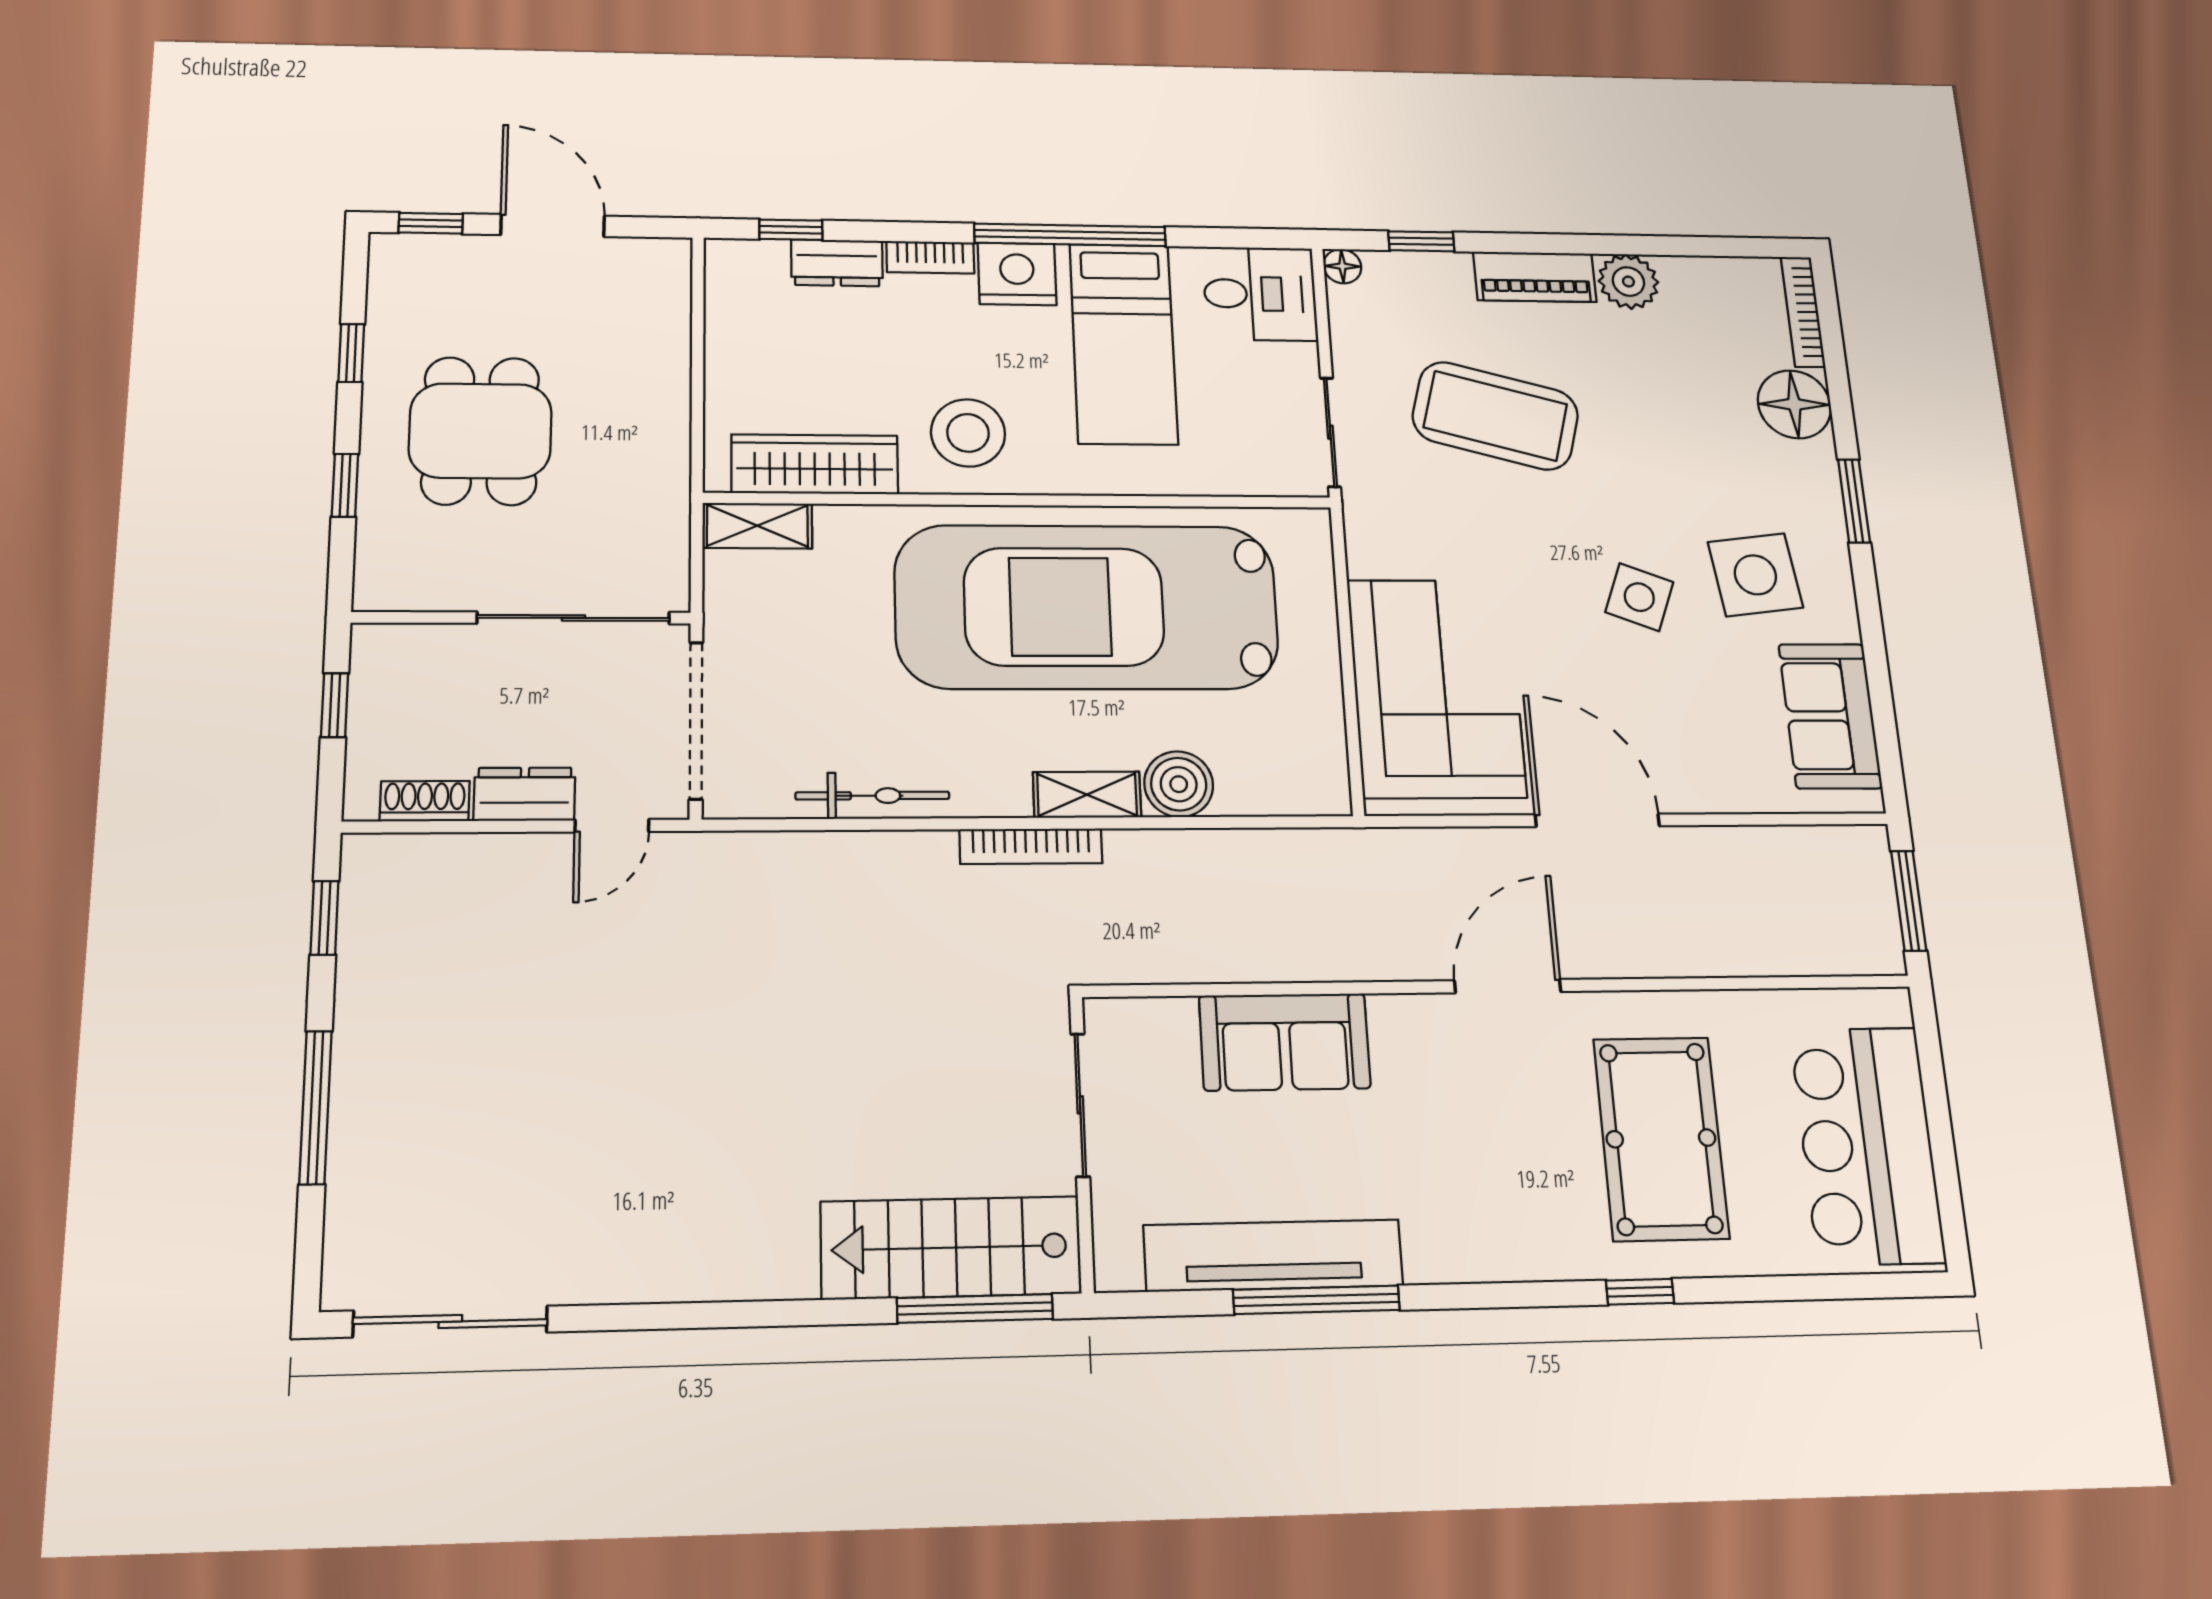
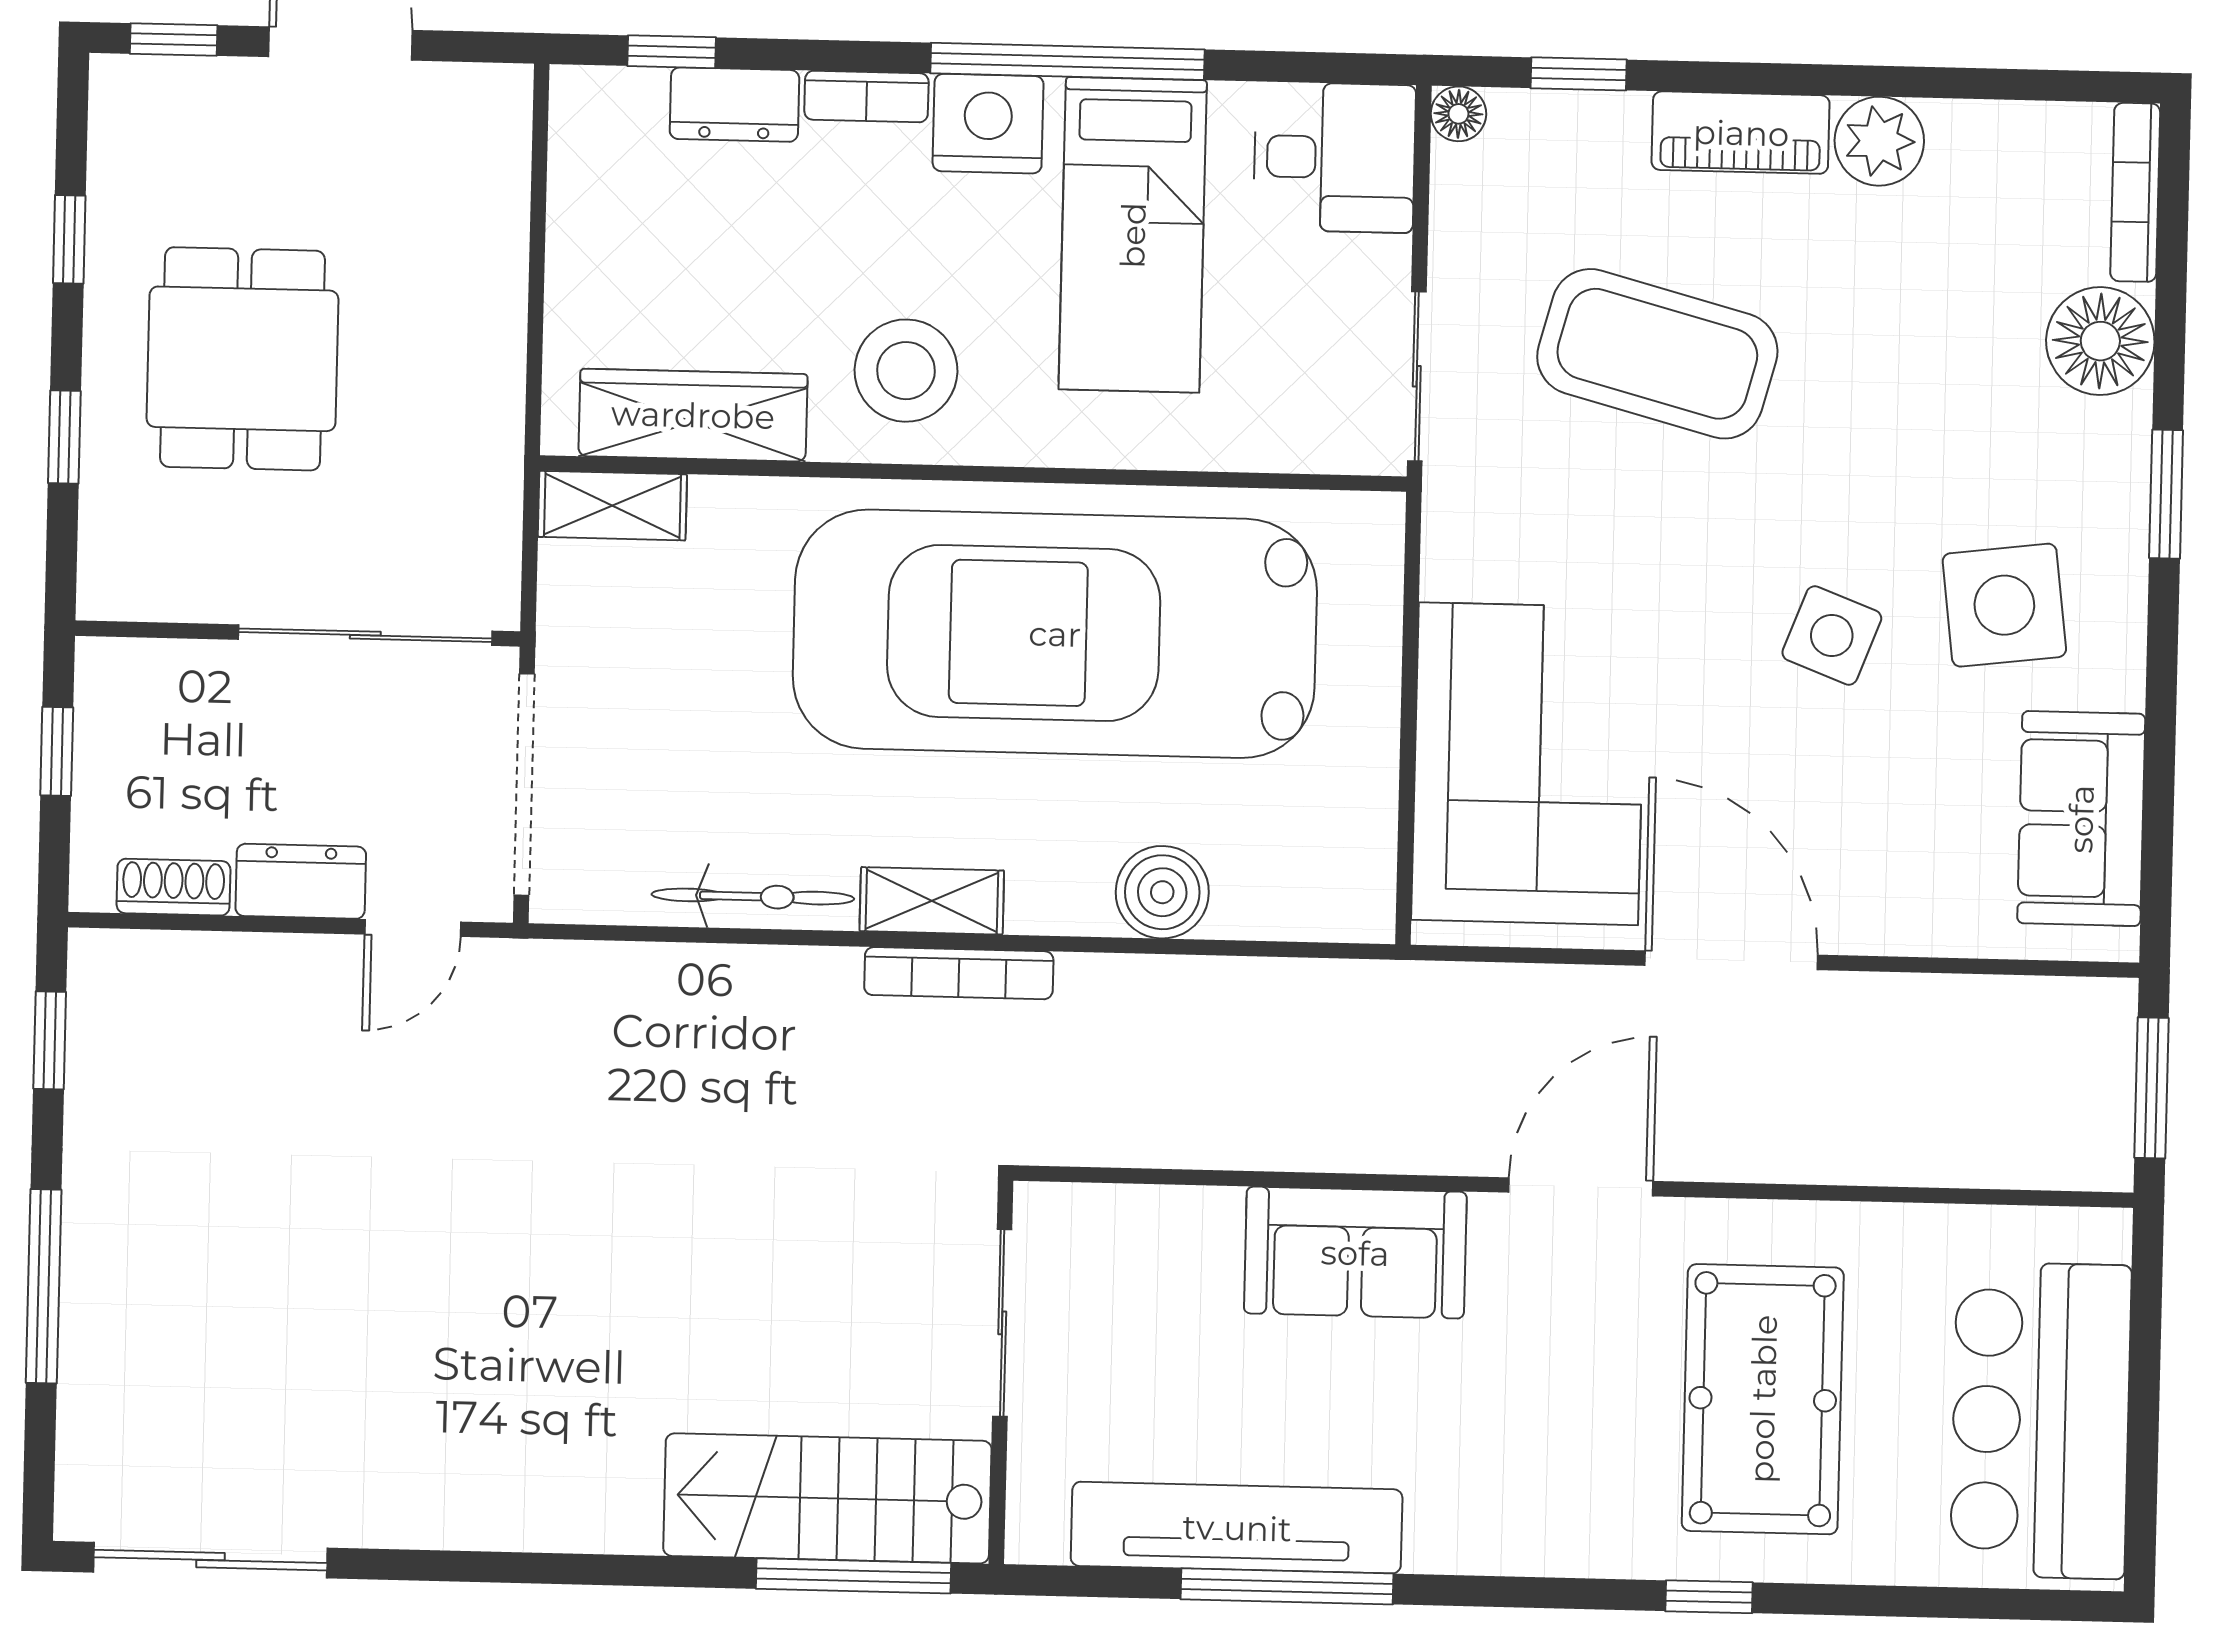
shelving: (1087, 795) -> (932, 901), moved
sofa: (1285, 1042) -> (1355, 1253), moved

